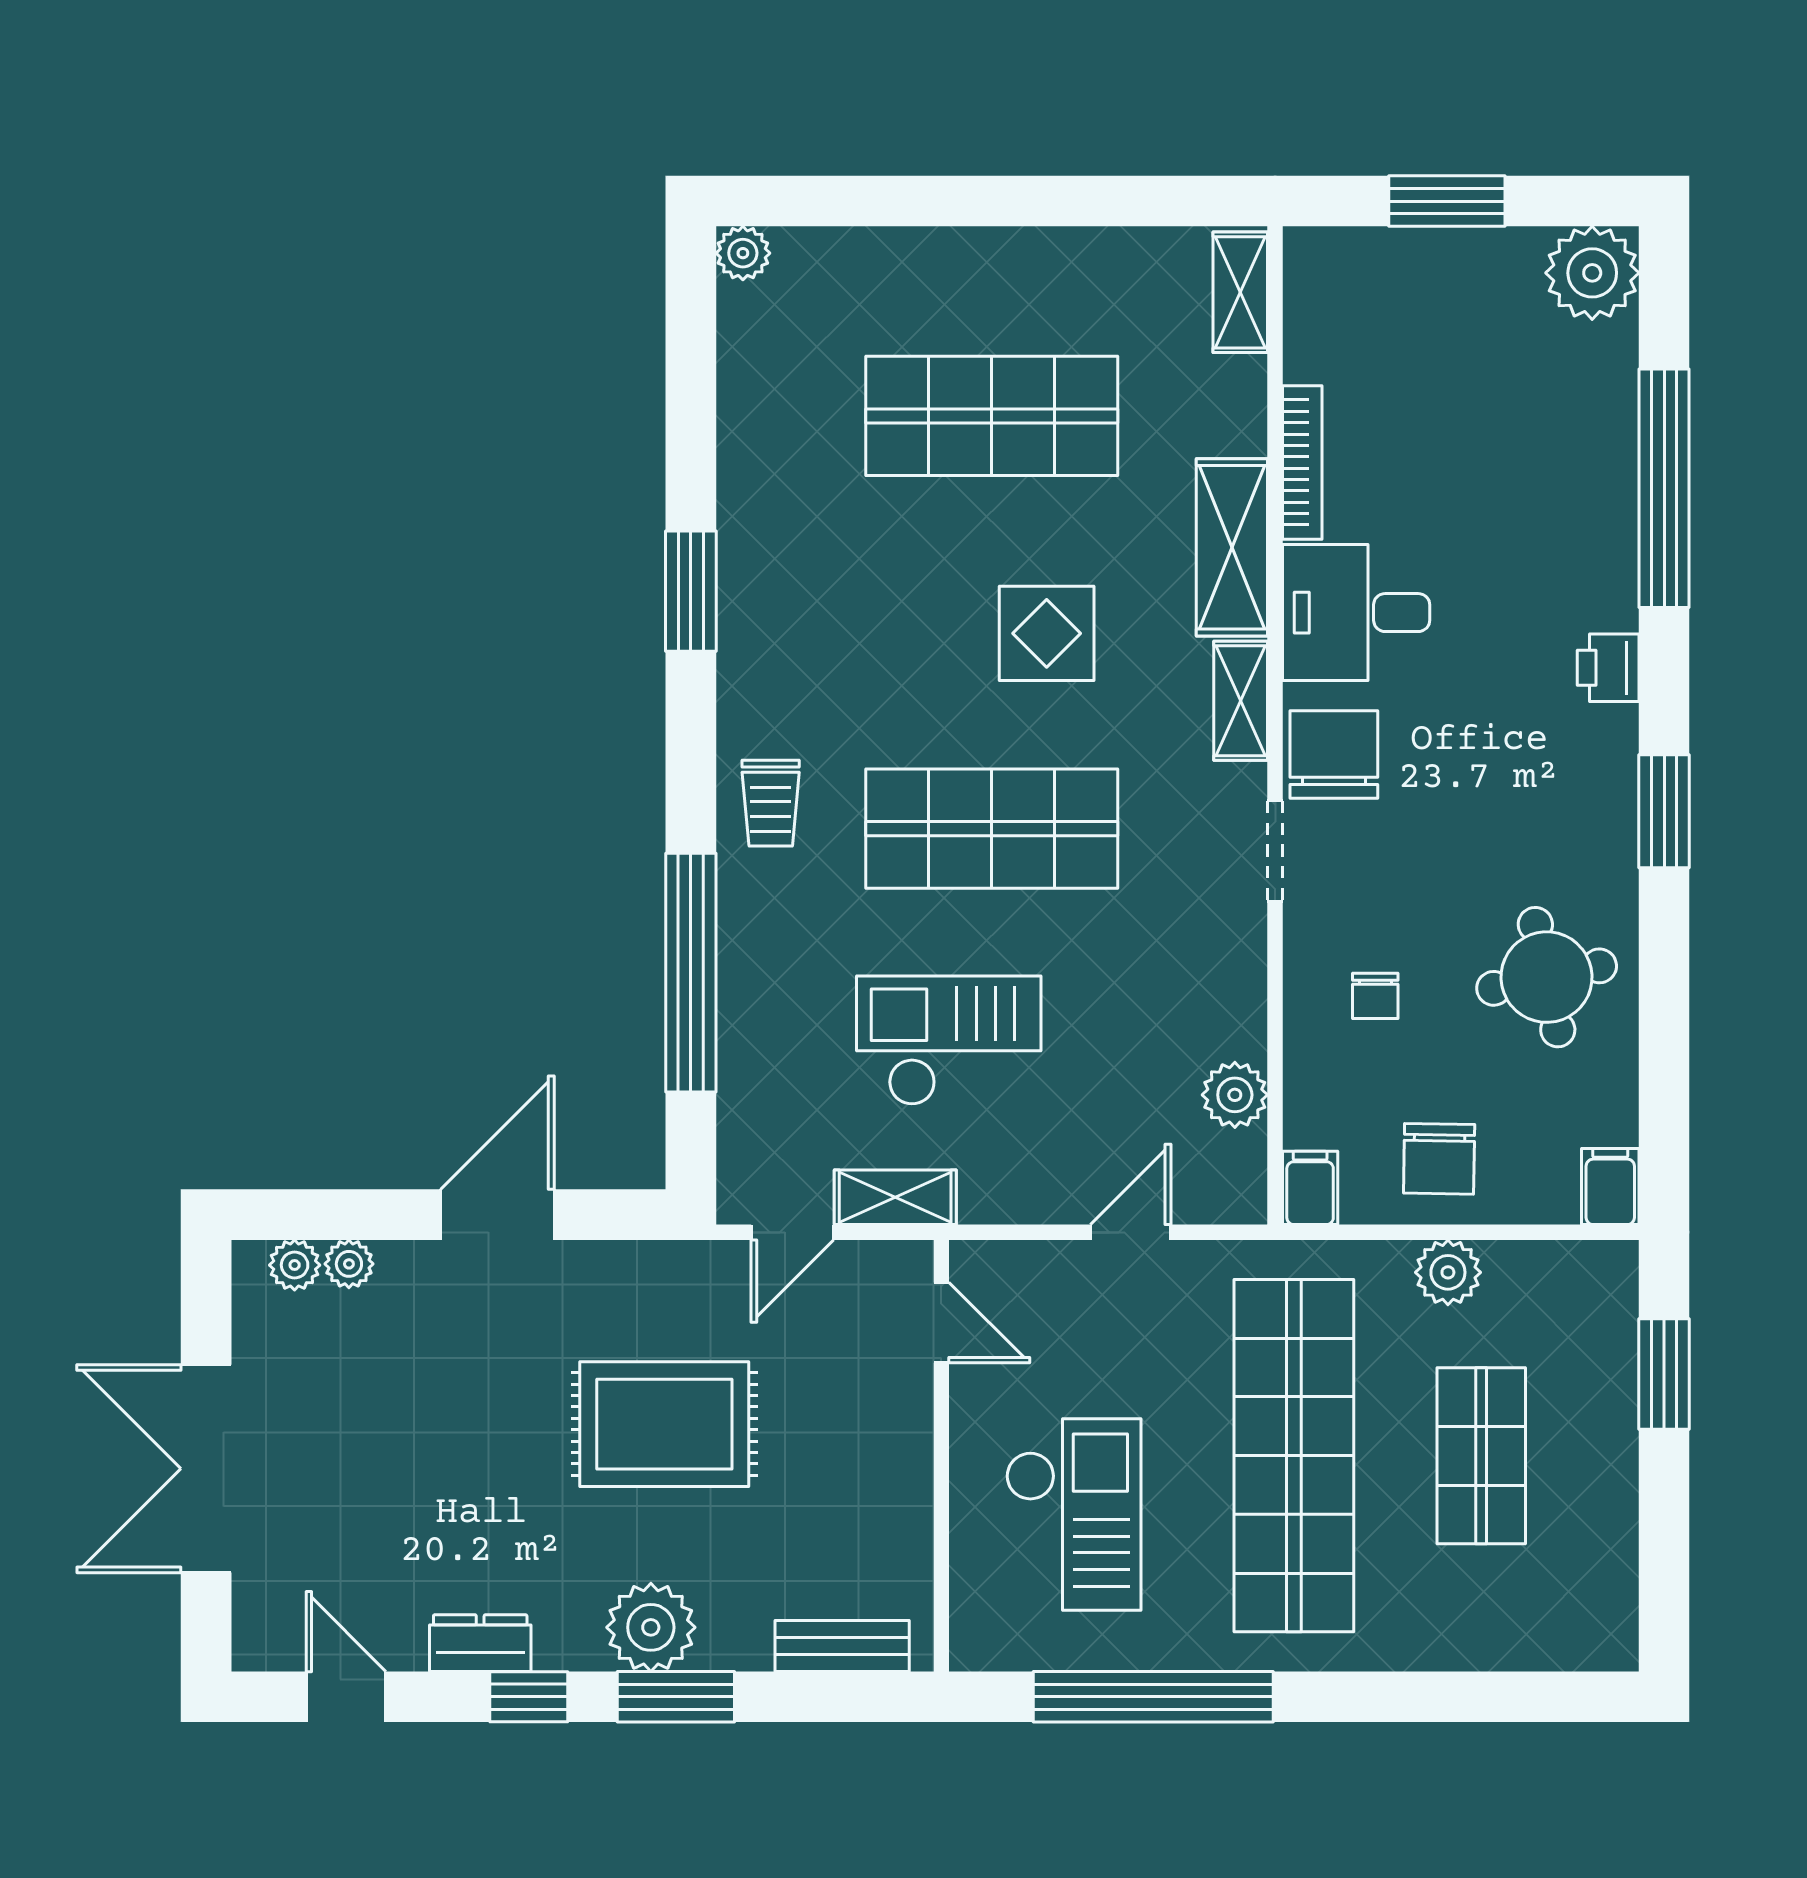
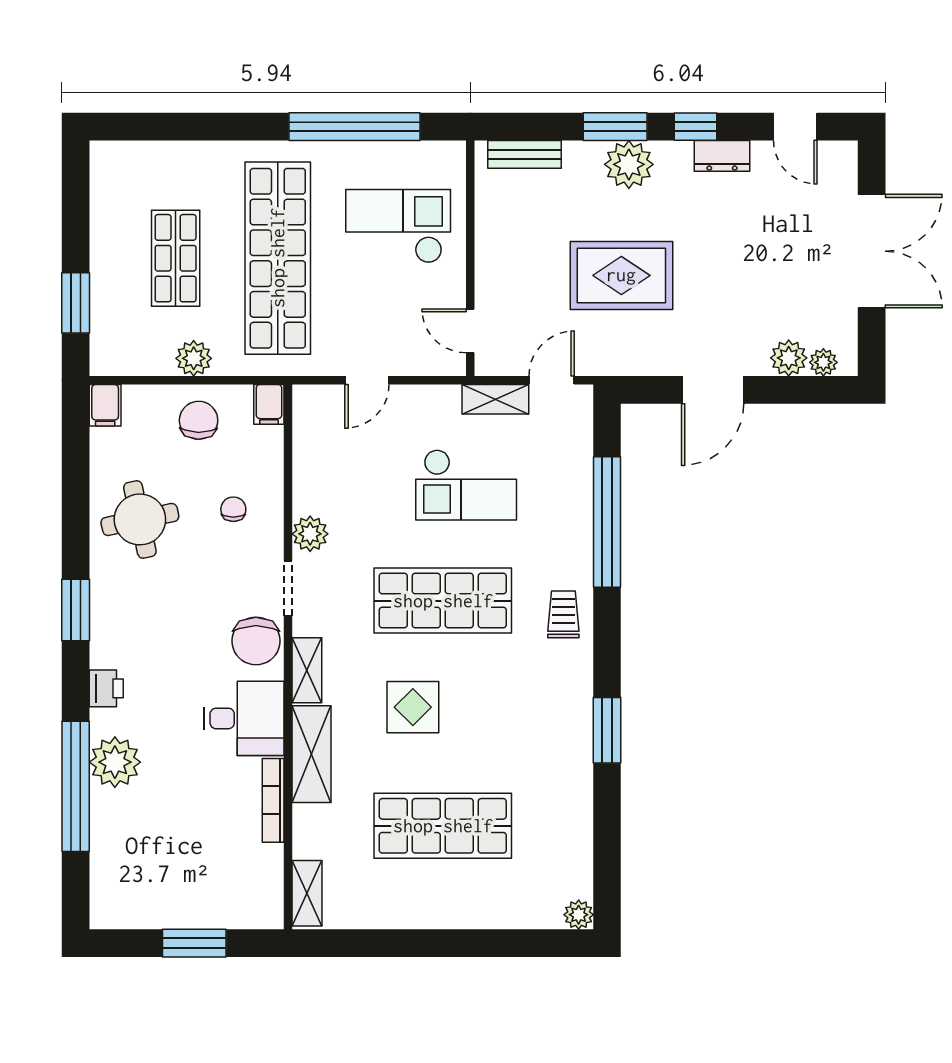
plant: (1592, 273) -> (115, 762), moved
plant: (1235, 1095) -> (310, 534), moved
plant: (349, 1264) -> (789, 358), width x1.38, depth x1.38
checkout: (1073, 1514) -> (398, 226), turned 90

